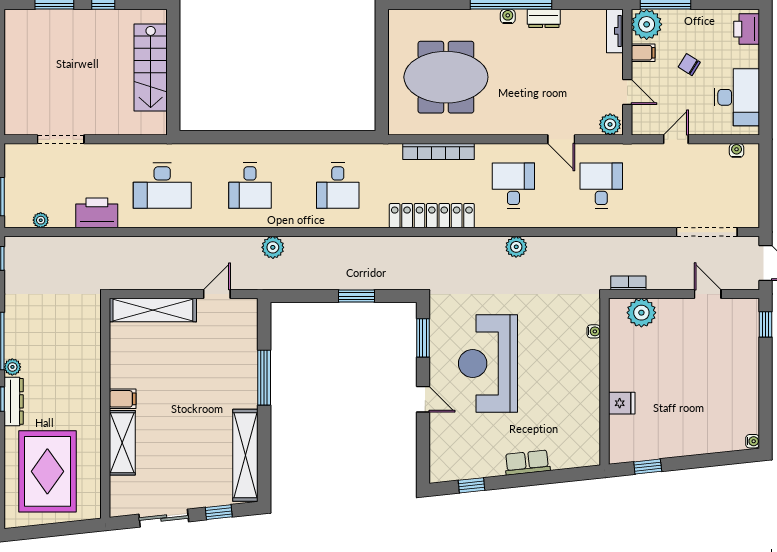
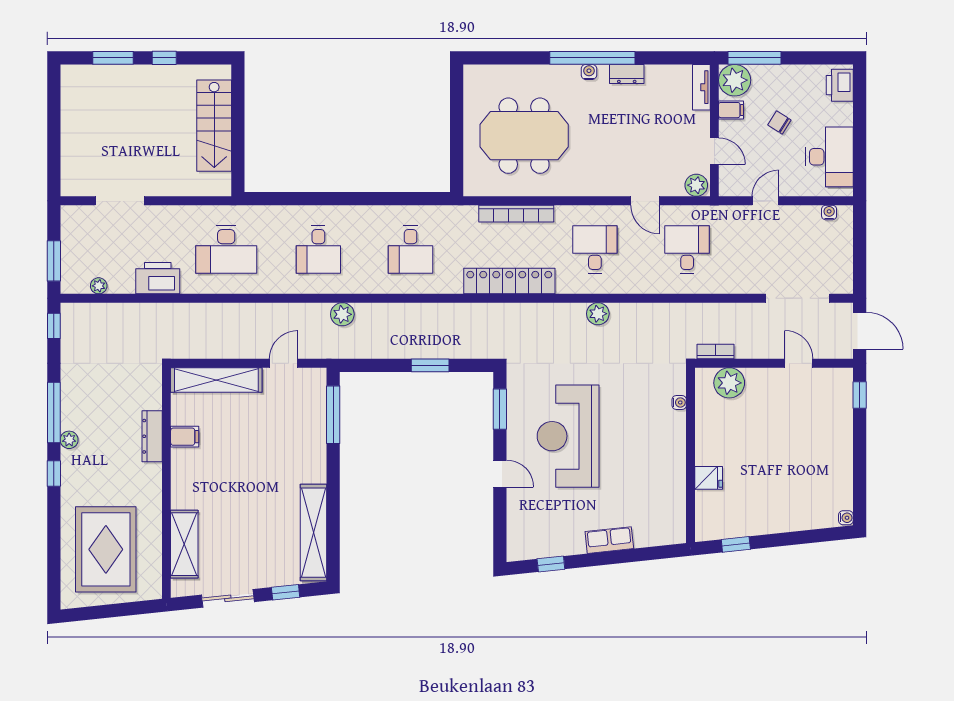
window: (264, 378) -> (333, 415), moved
filing cabinet: (123, 399) -> (185, 437), moved
dresser: (14, 401) -> (152, 436), moved, turned 180
shelving: (122, 443) -> (184, 544), moved

